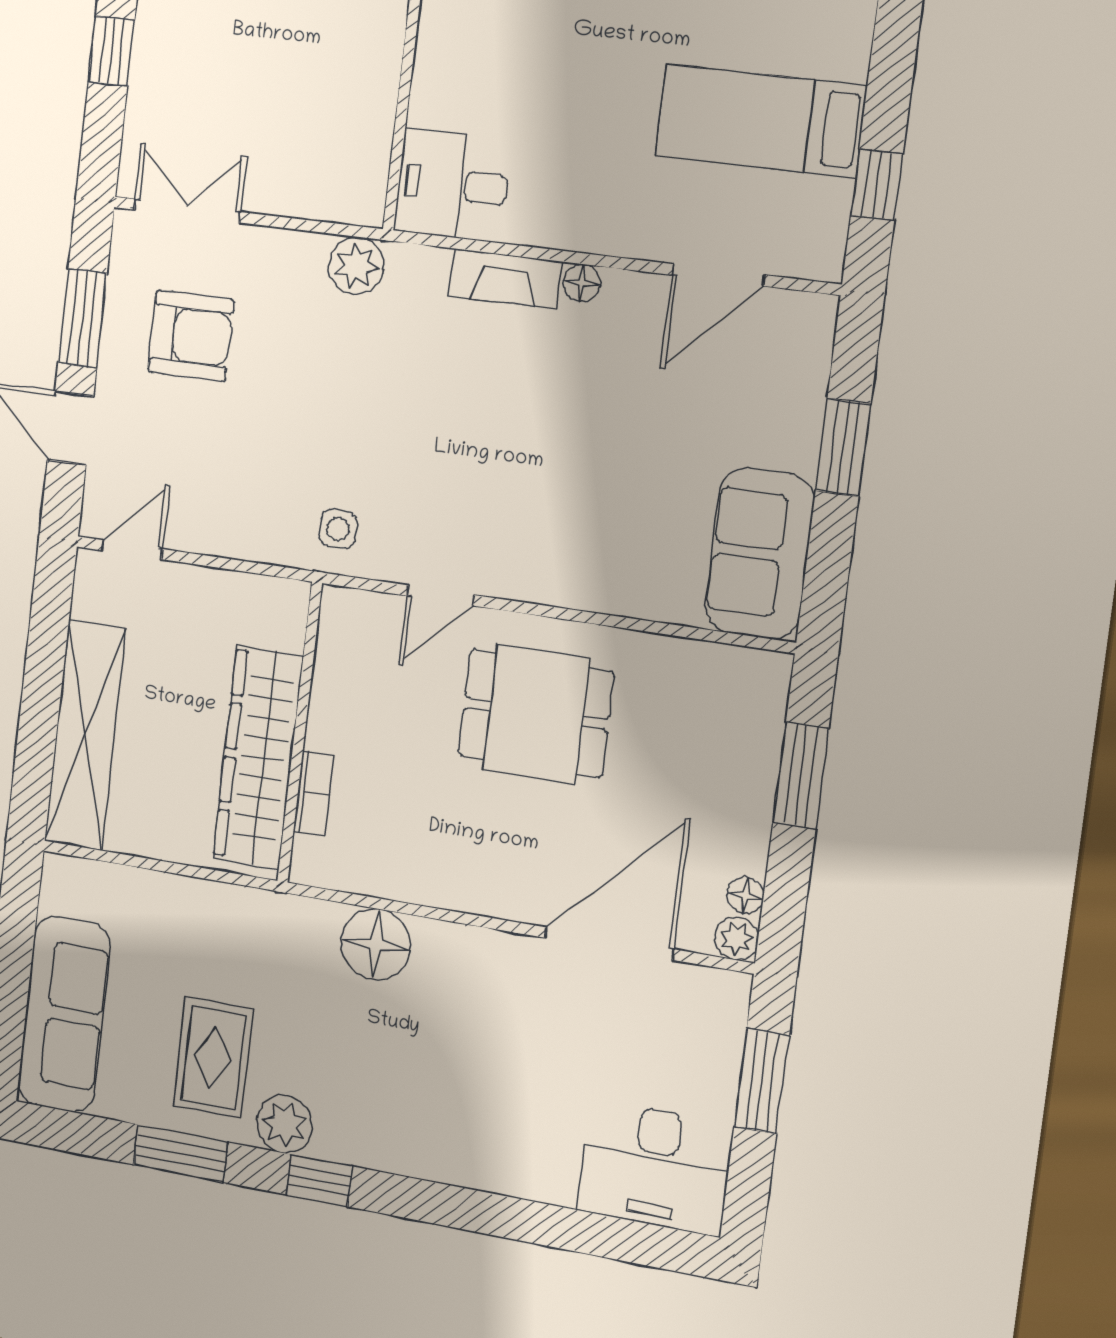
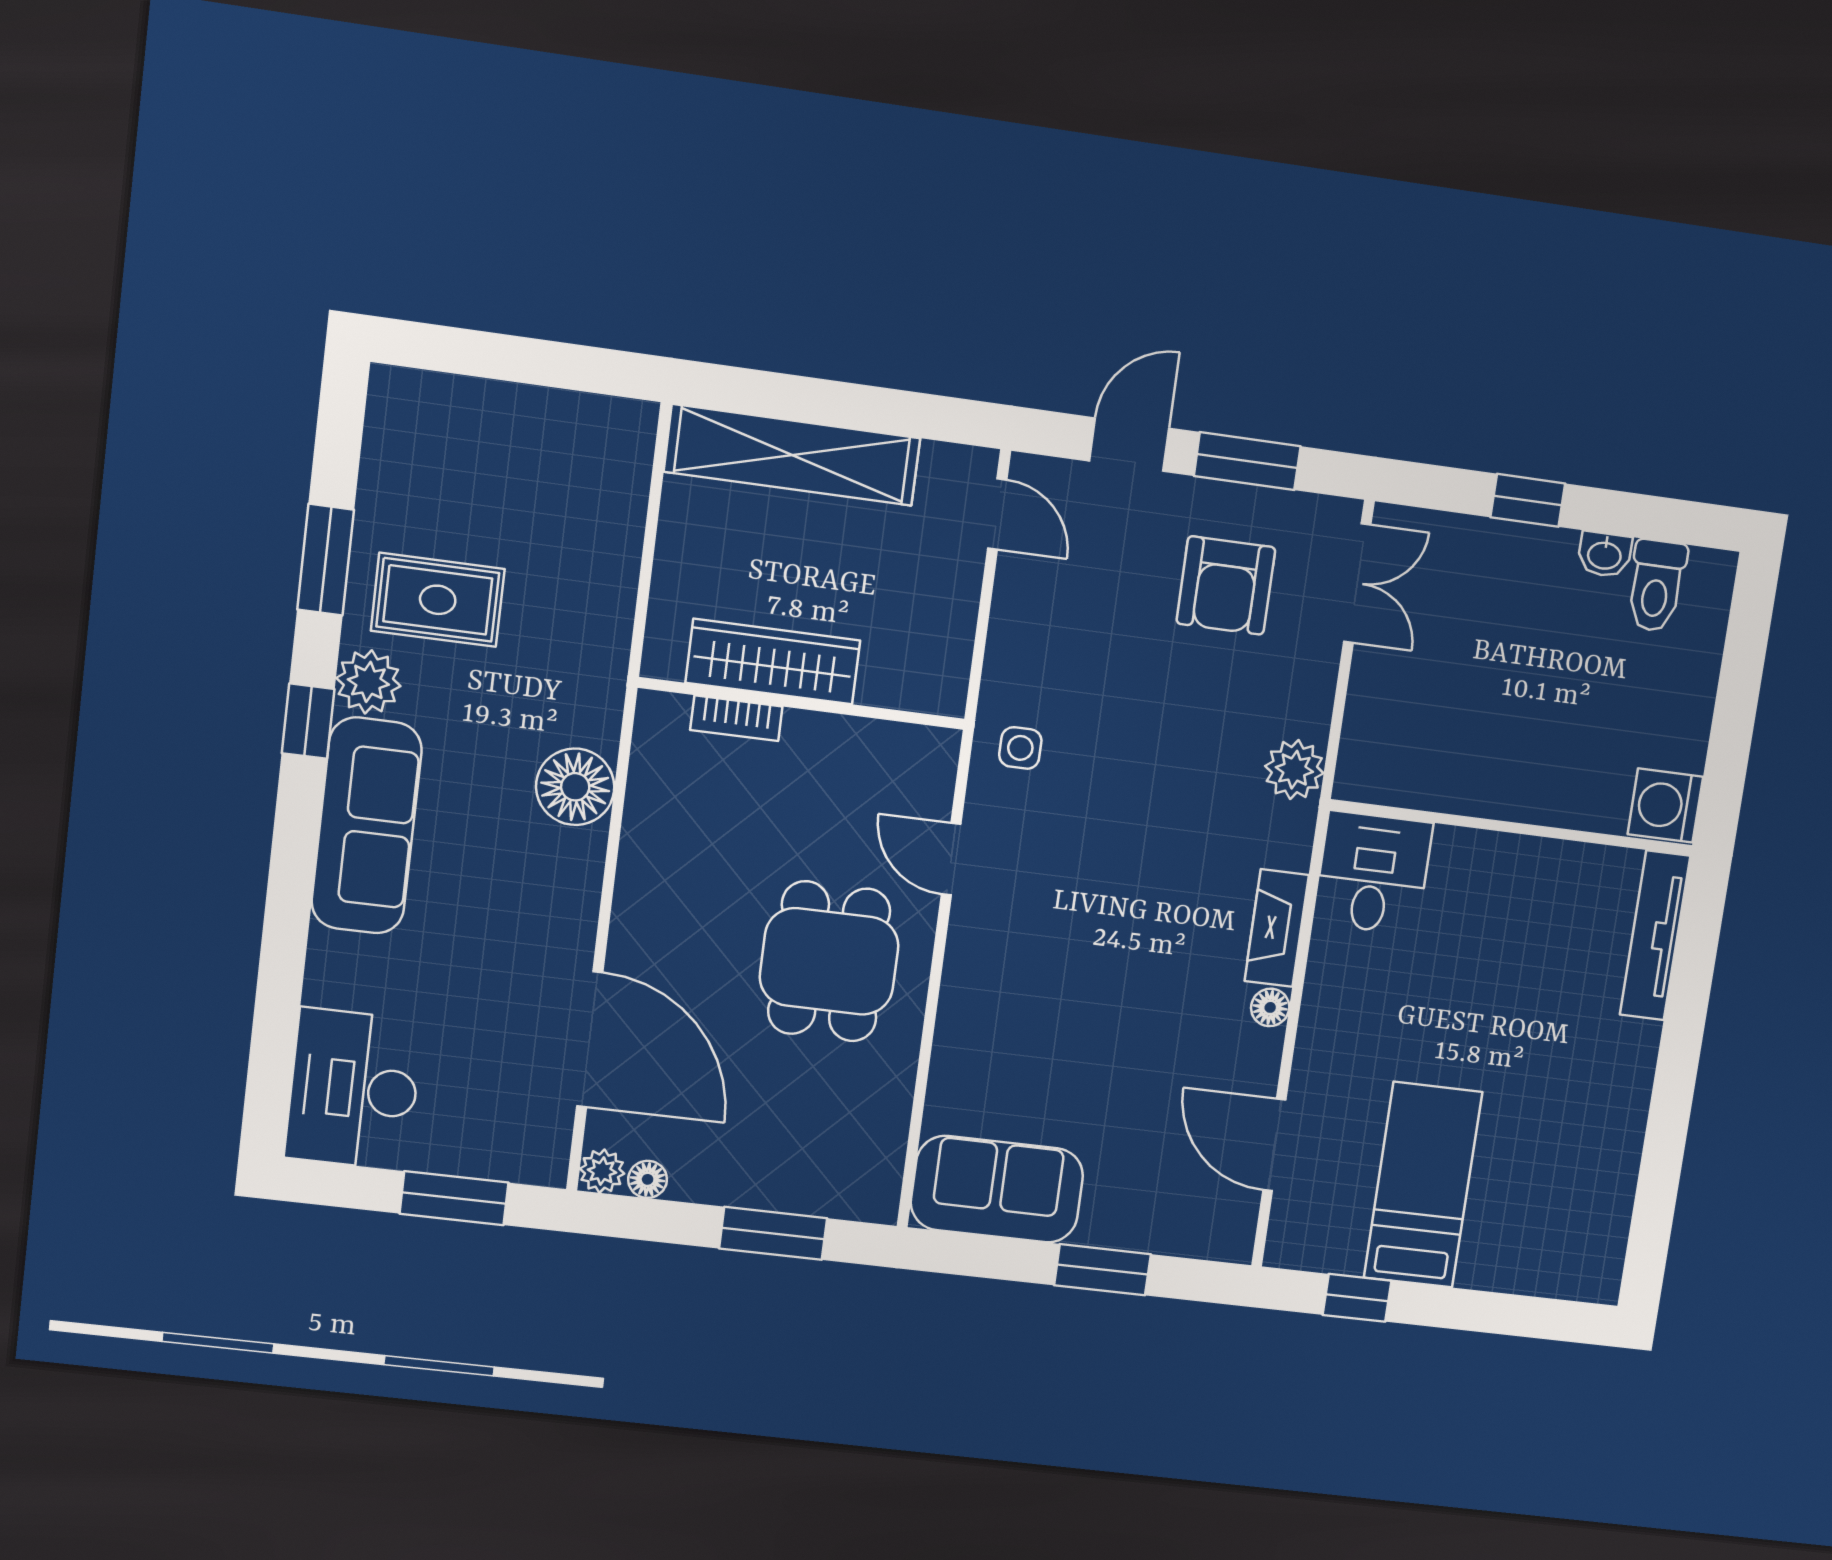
wardrobe: (258, 757) -> (773, 662), width x0.71, depth x0.85
sofa: (64, 1014) -> (367, 826), moved, turned -90

